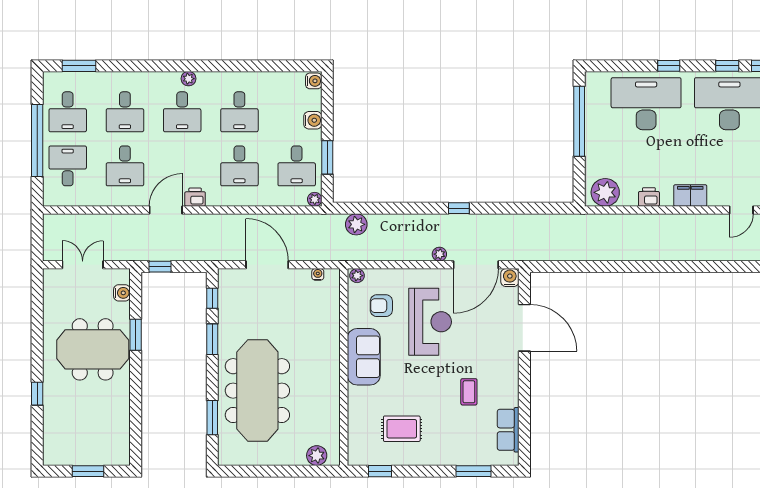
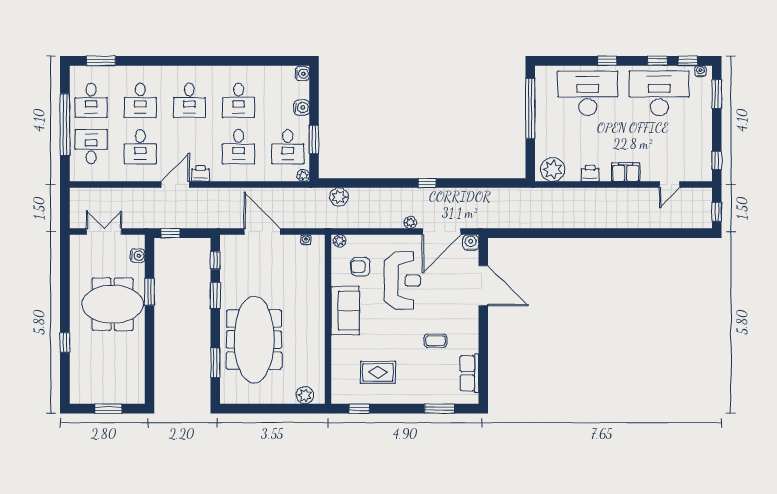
plant: (188, 79) -> (195, 72), removed
coffee table: (469, 392) -> (436, 341), turned 90

